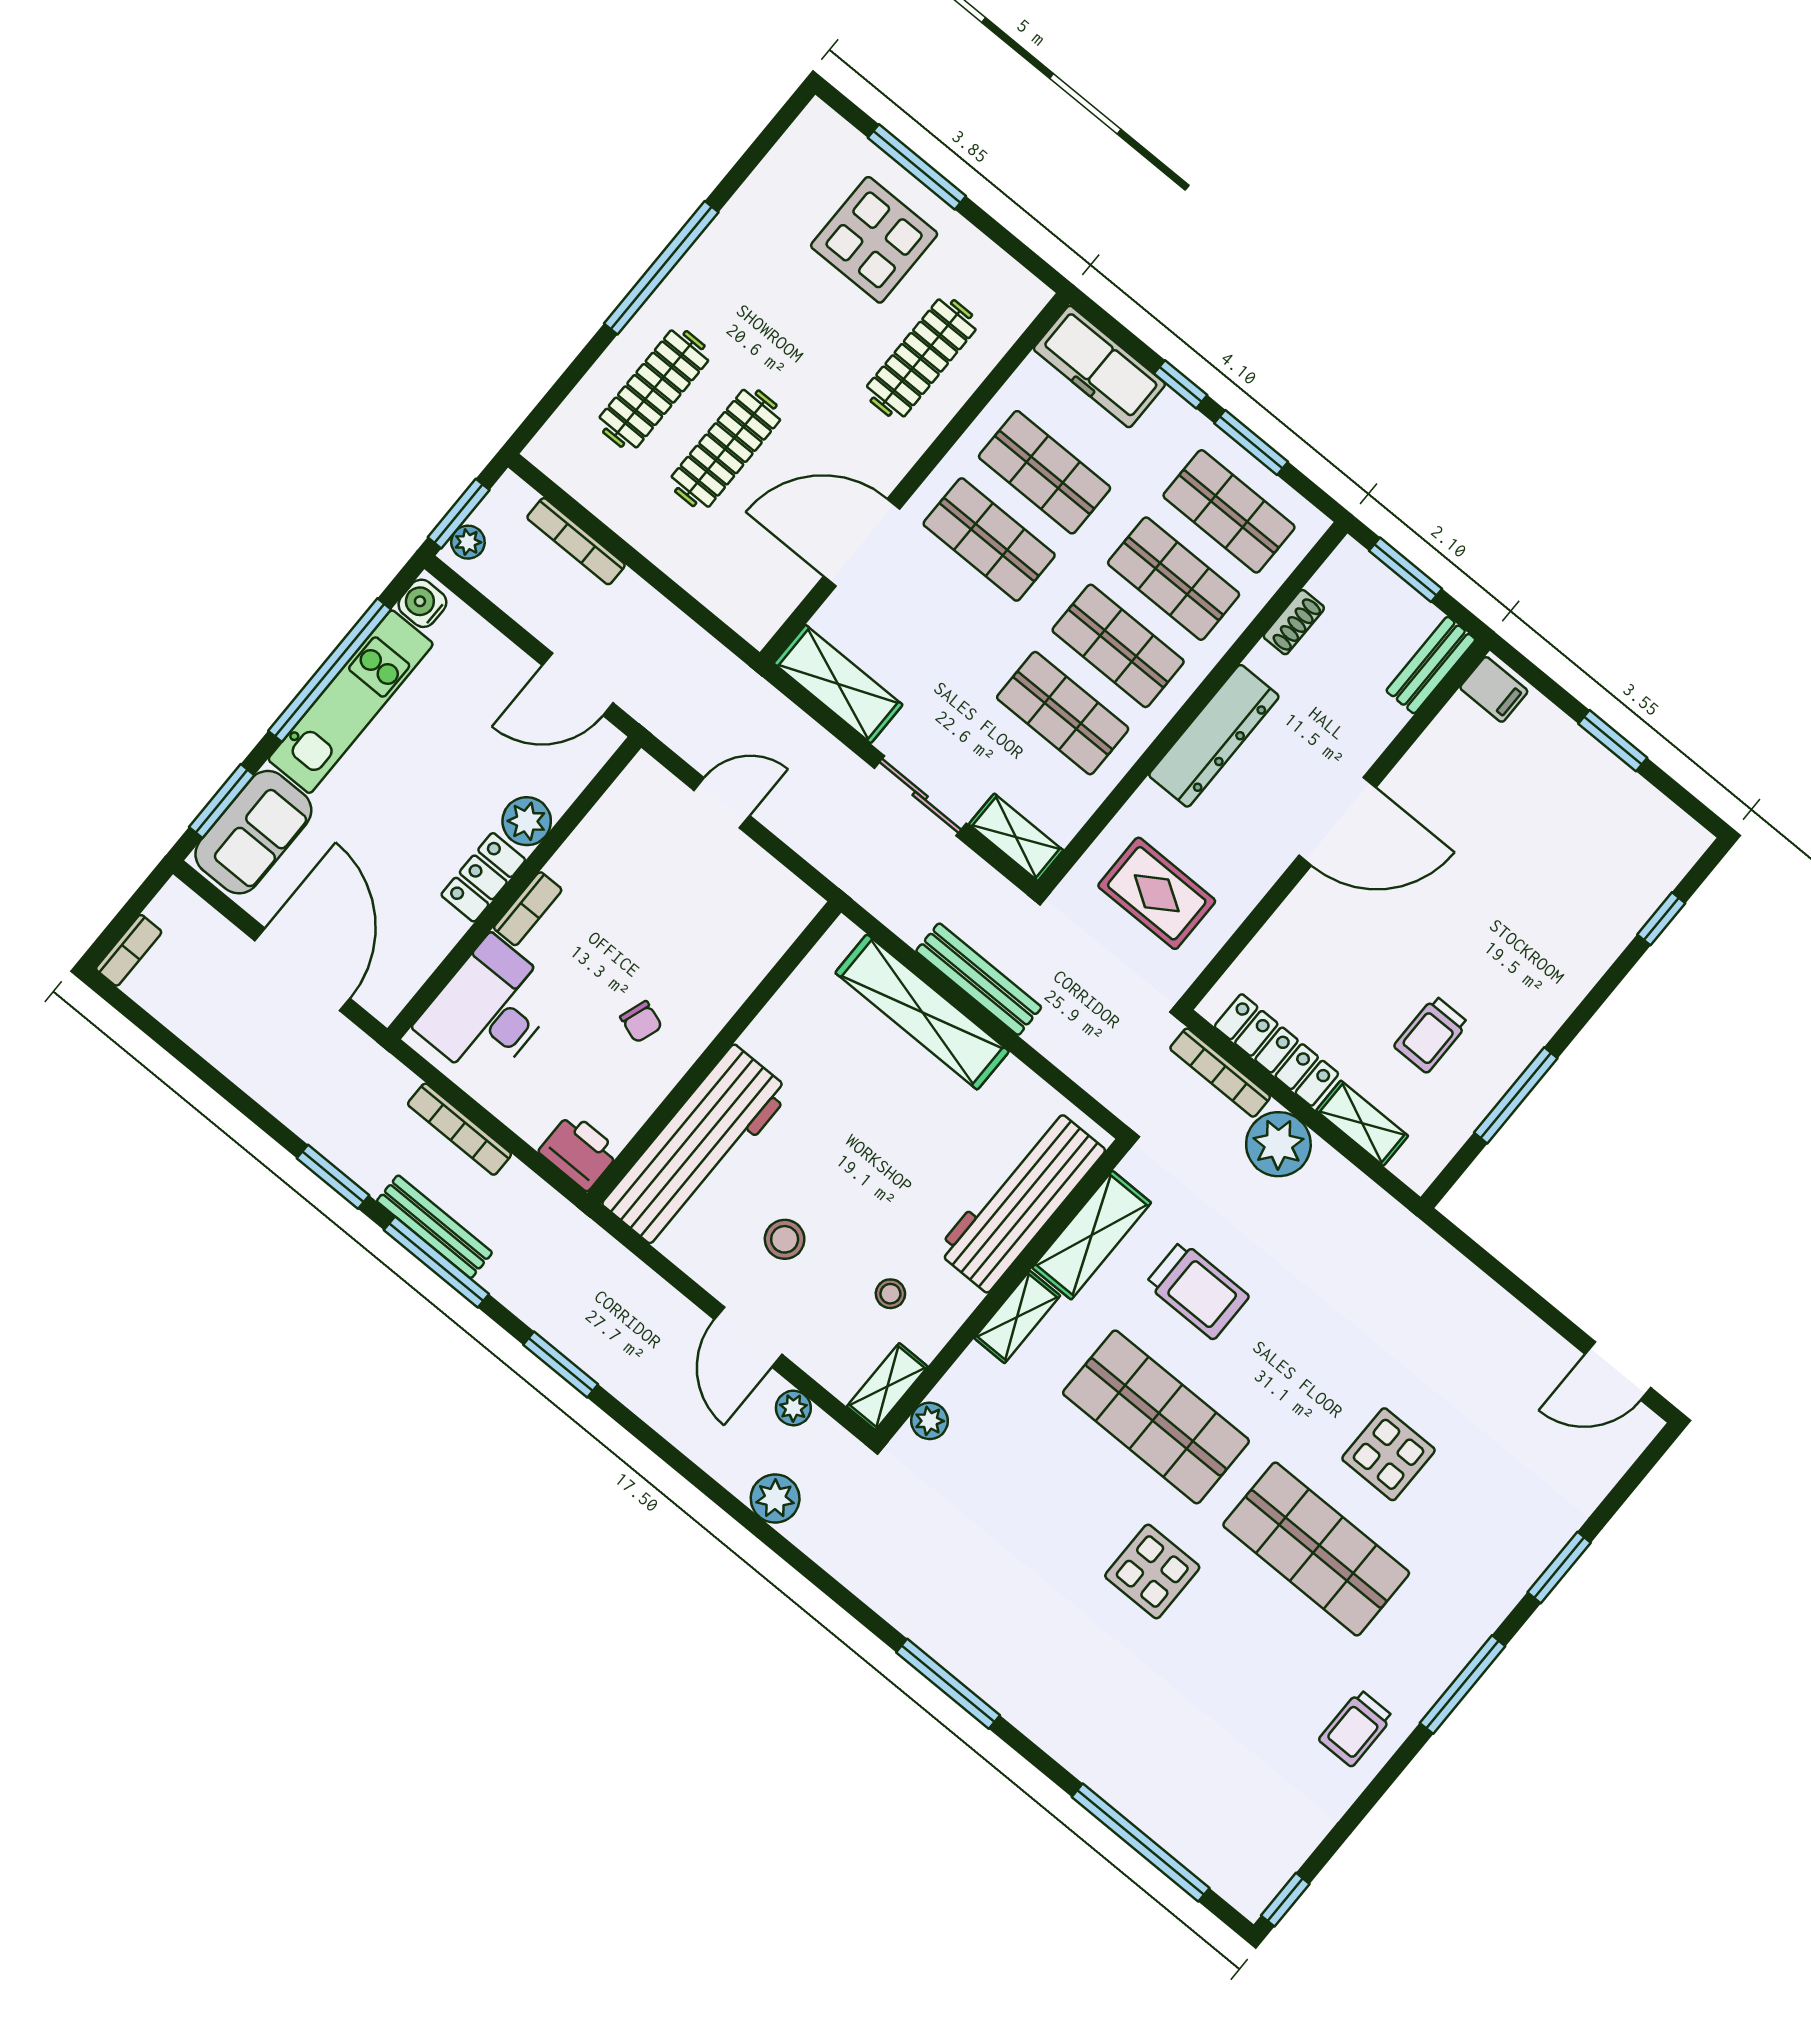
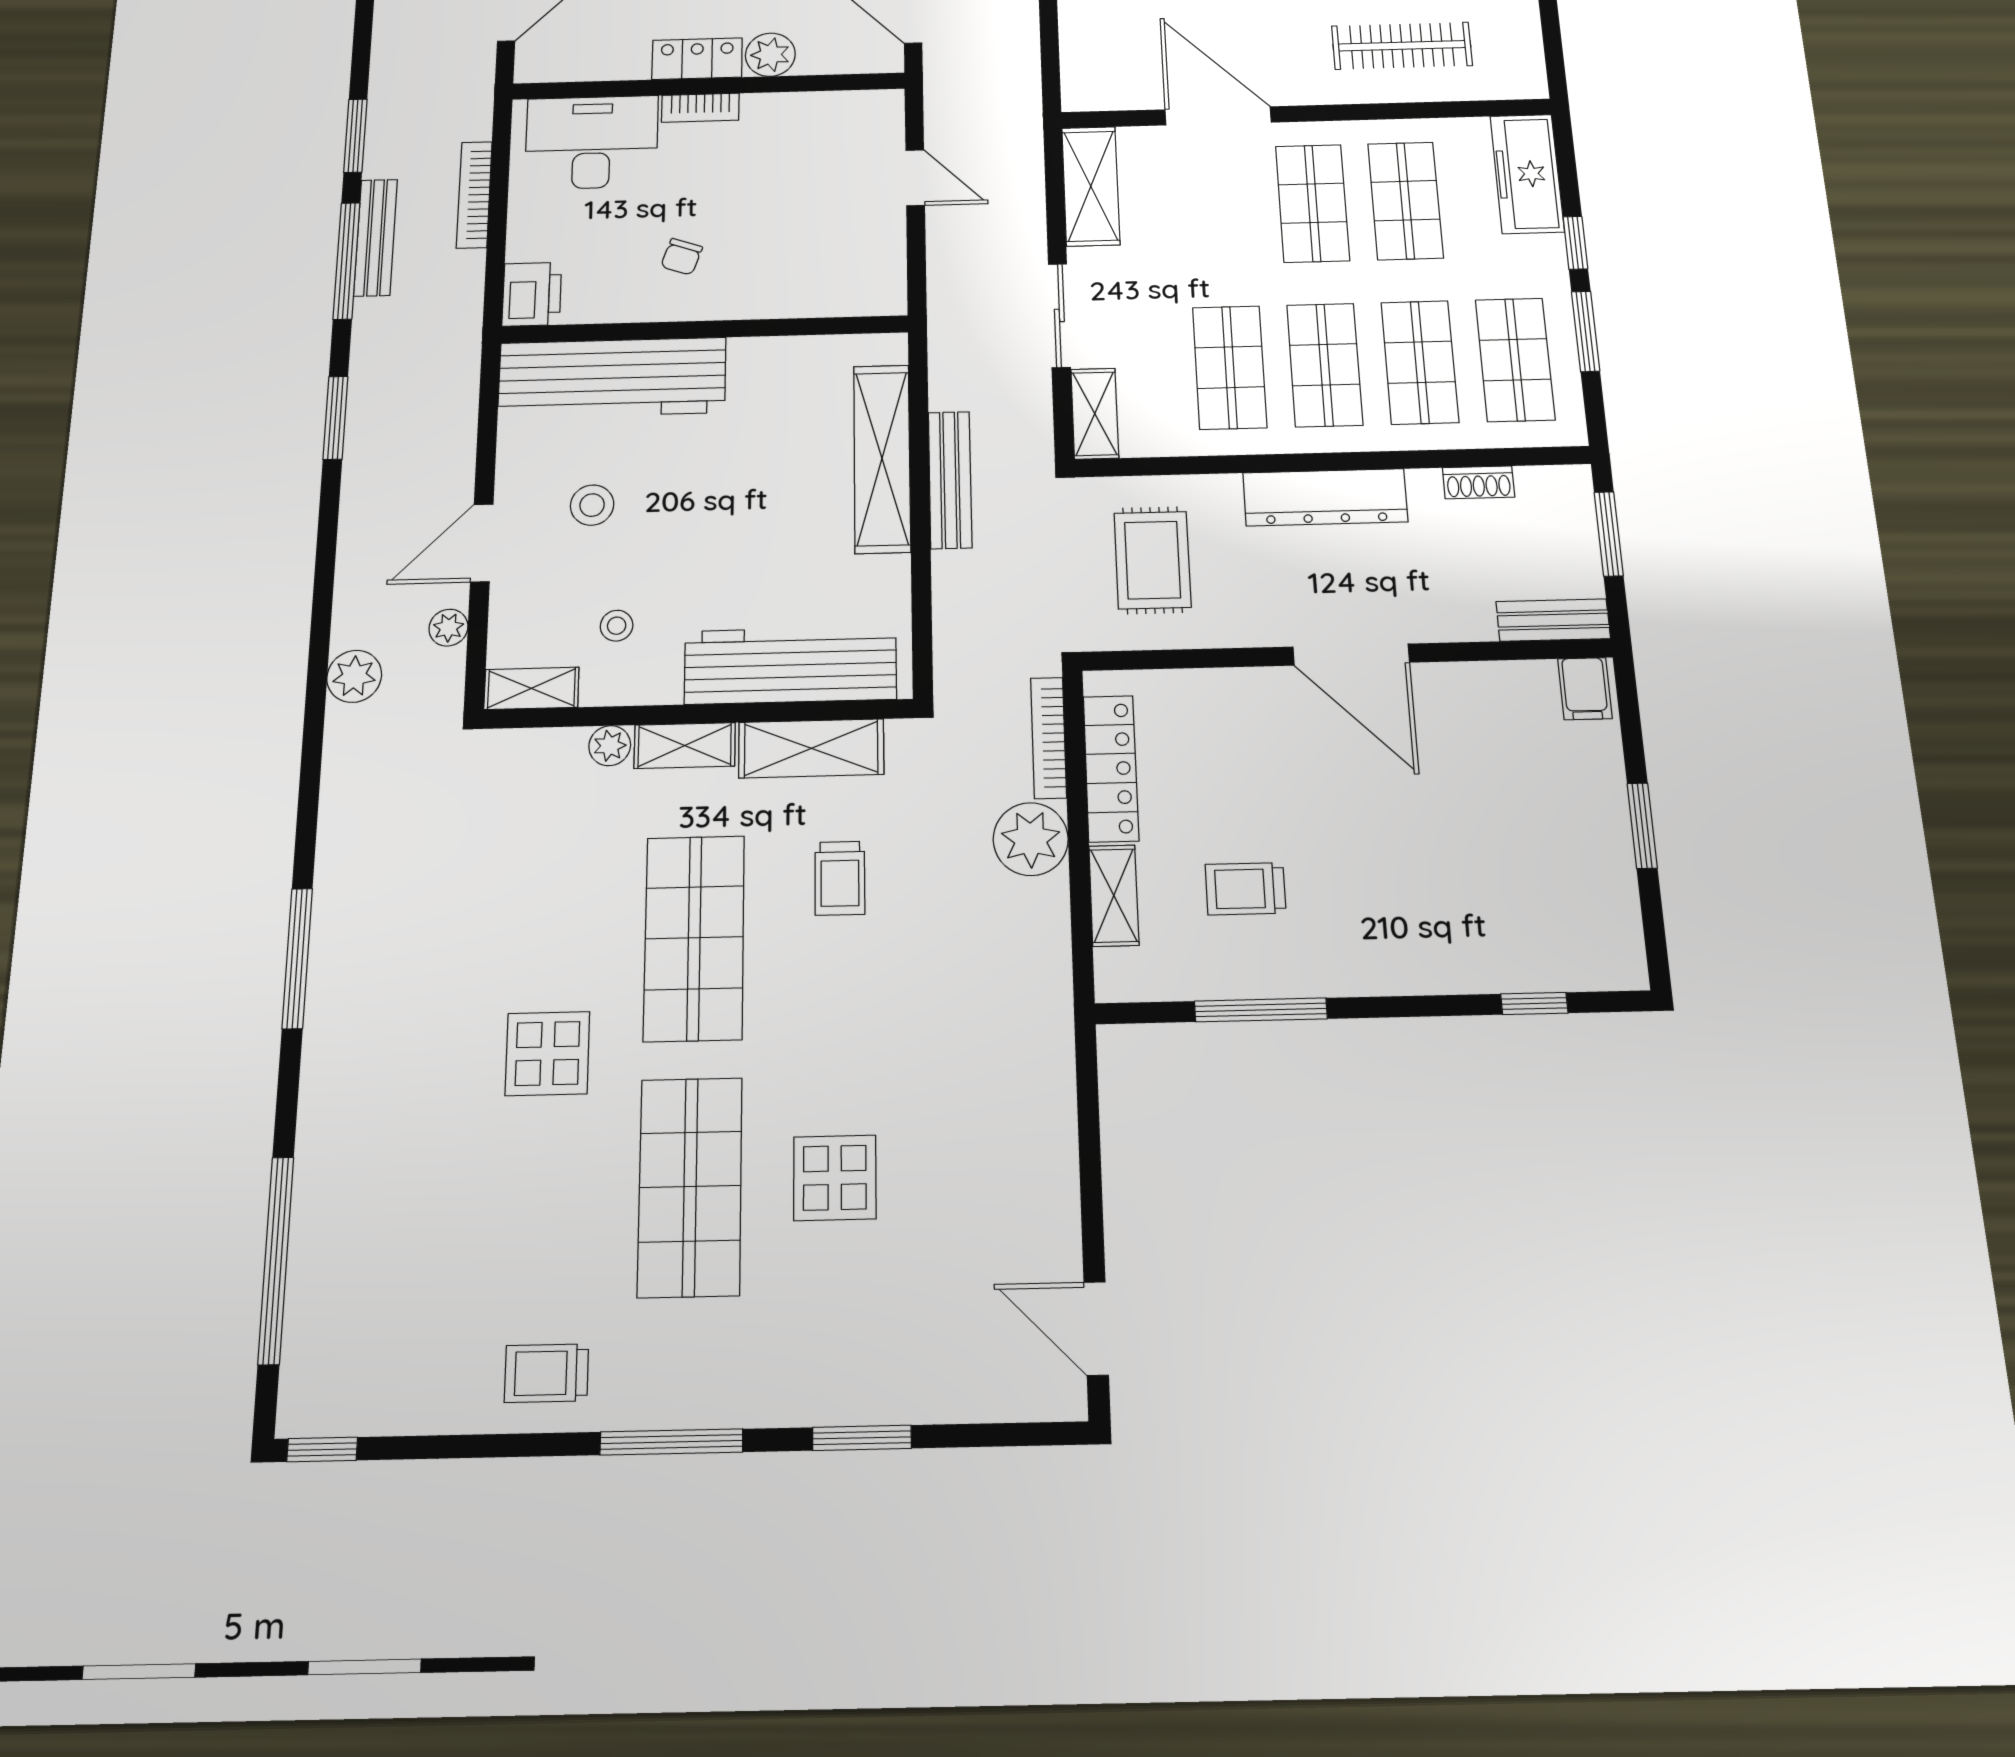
trolley: (1197, 1290) -> (840, 878), width x0.73, depth x0.72
plant: (930, 1421) -> (610, 746), moved

